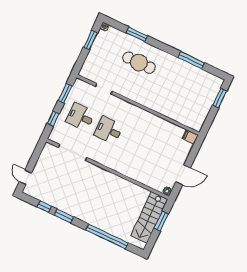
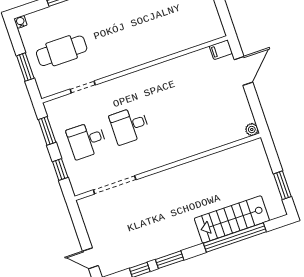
window: (90, 40) -> (25, 67), moved
cafe table: (139, 63) -> (62, 51), moved
door: (183, 175) -> (243, 71), moved
stairs: (149, 217) -> (232, 219), moved, turned 90
window: (161, 221) -> (282, 185), moved

